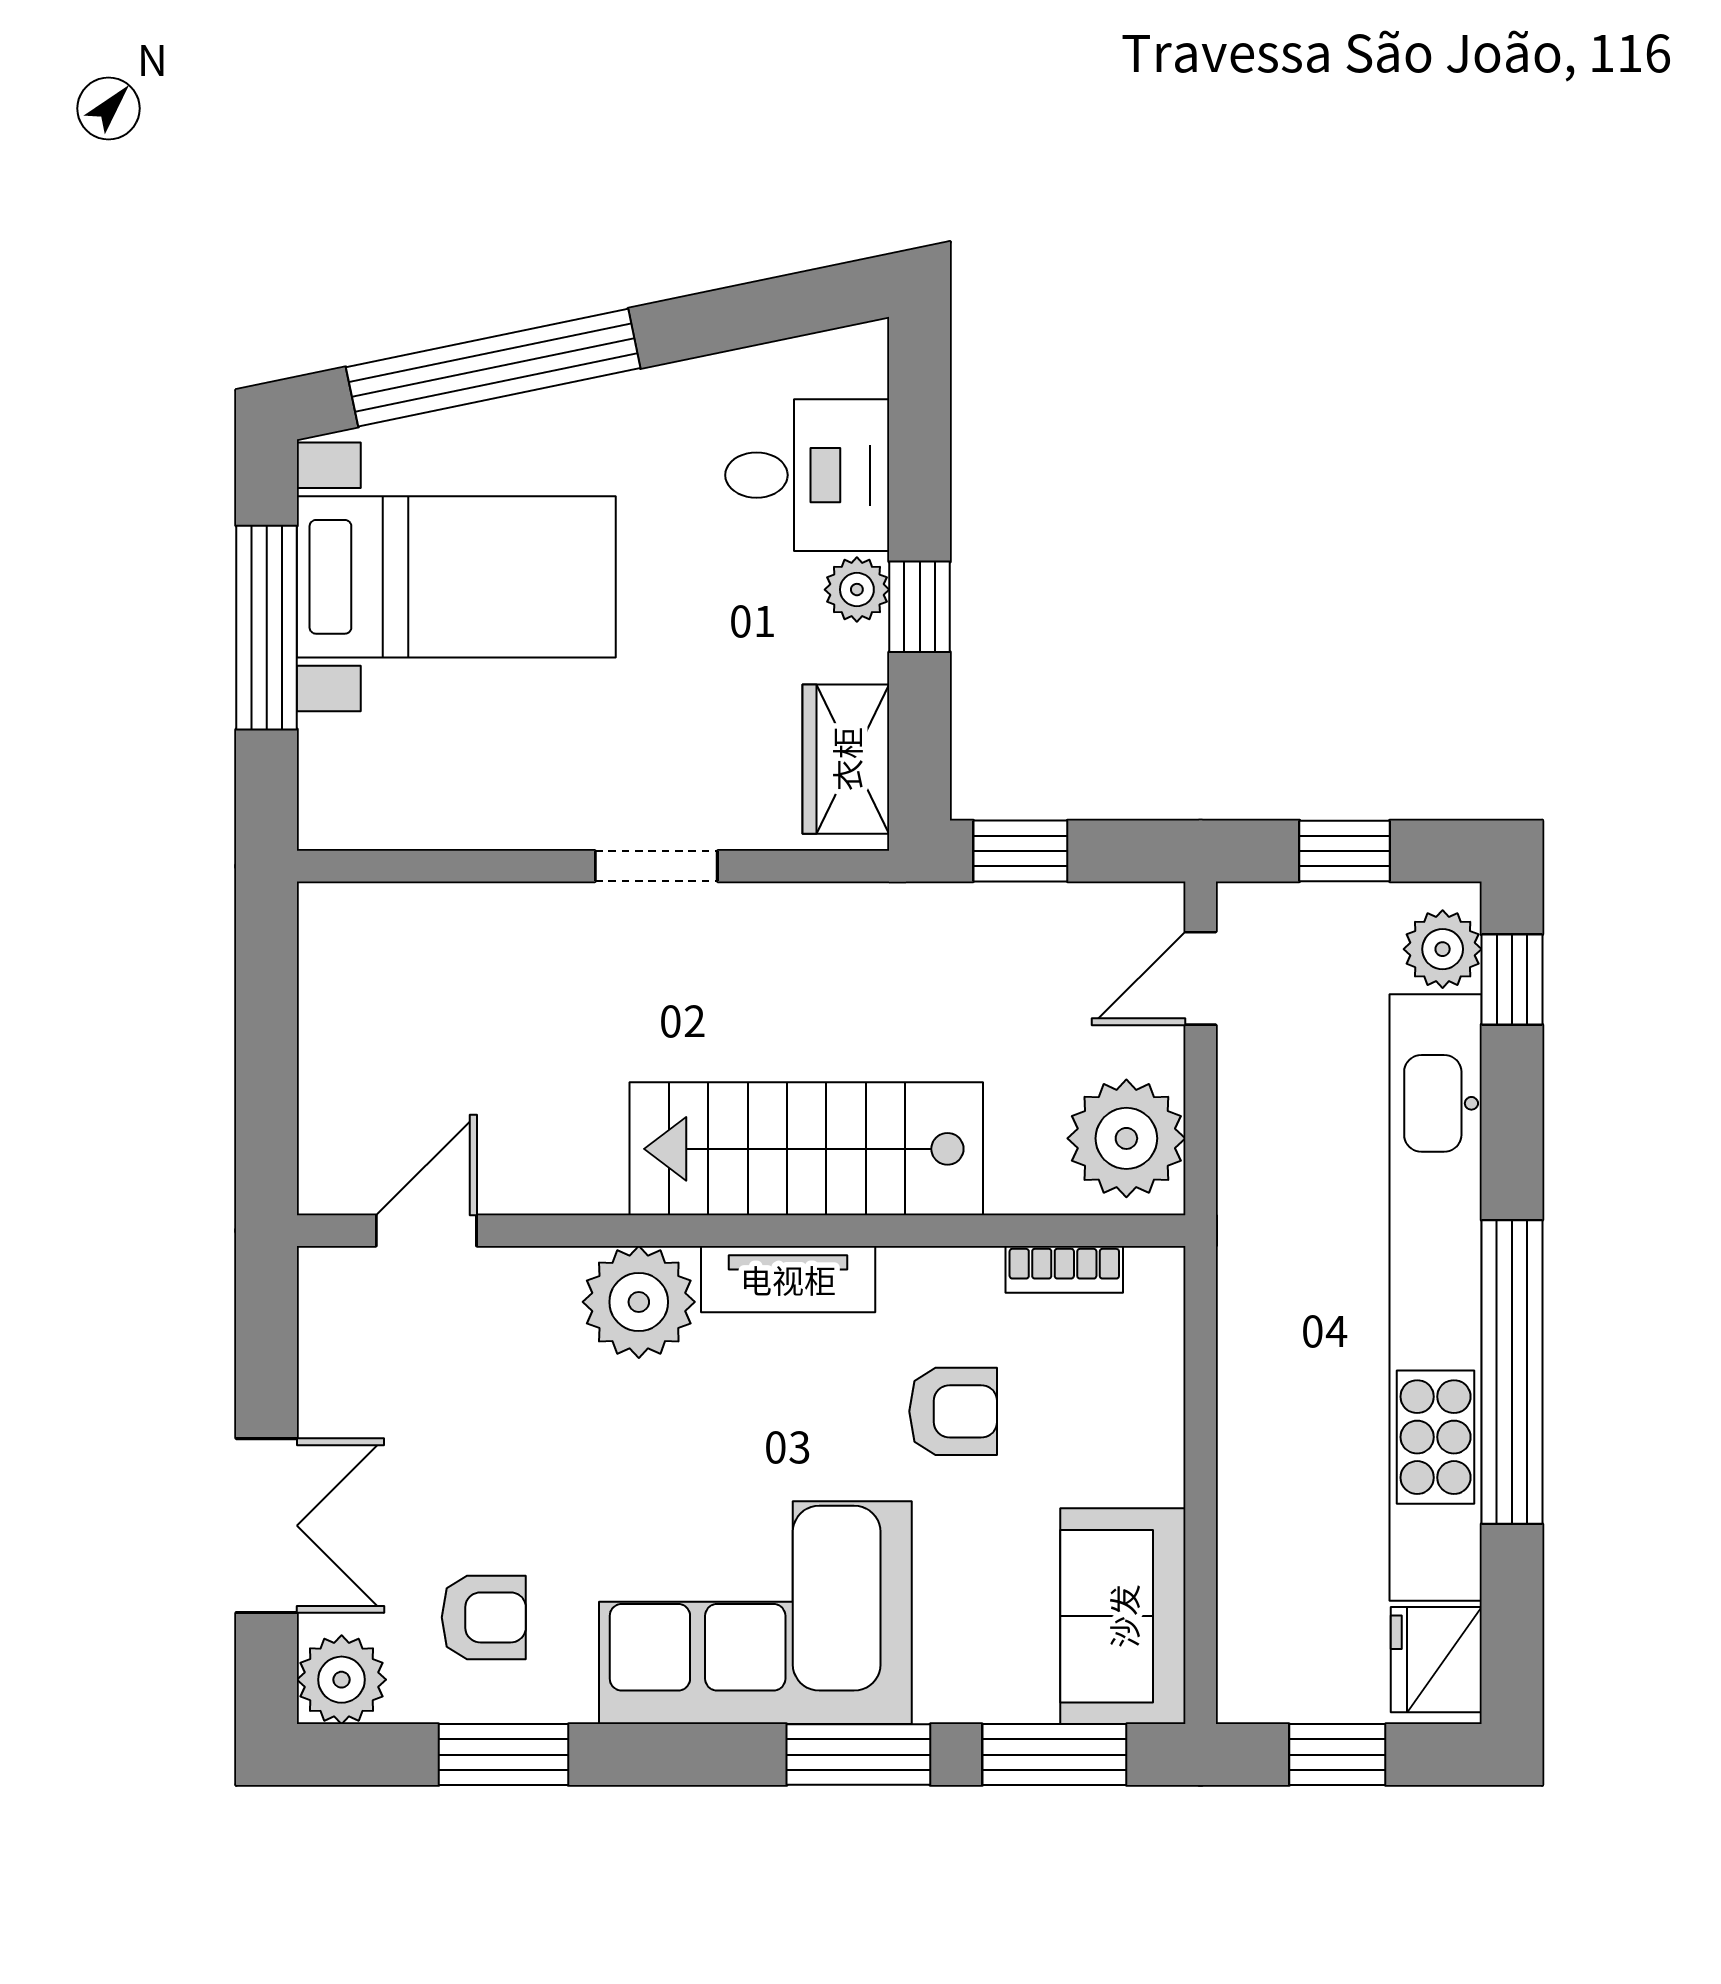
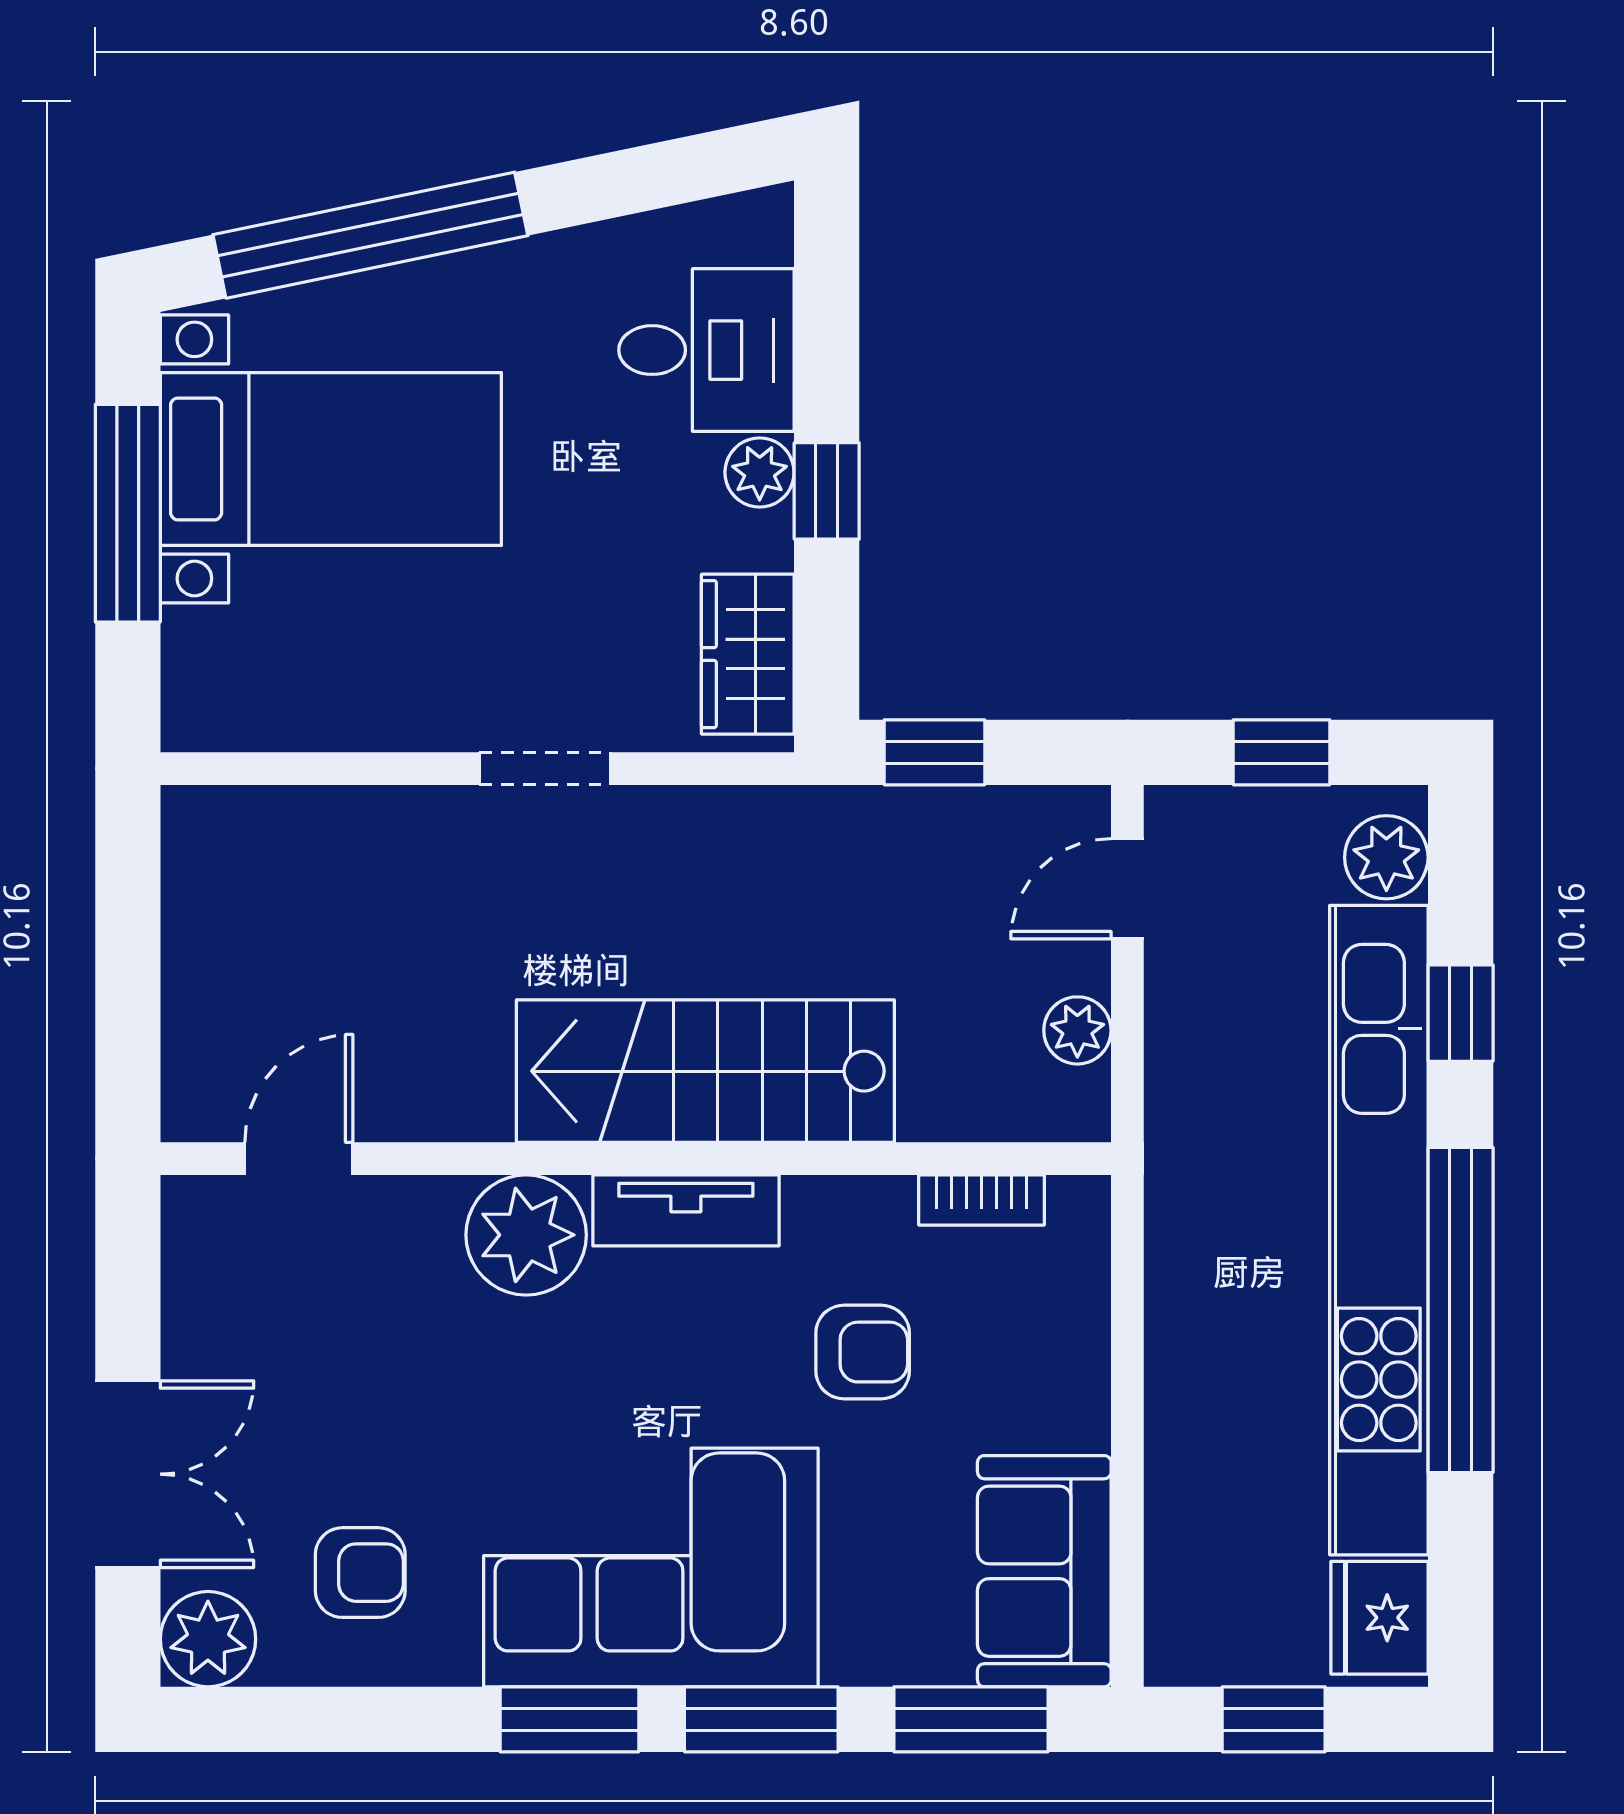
window: (1512, 979) -> (1461, 1013), moved
plant: (1126, 1138) -> (1077, 1030), width x0.53, depth x0.53
window: (503, 1755) -> (569, 1719), moved

